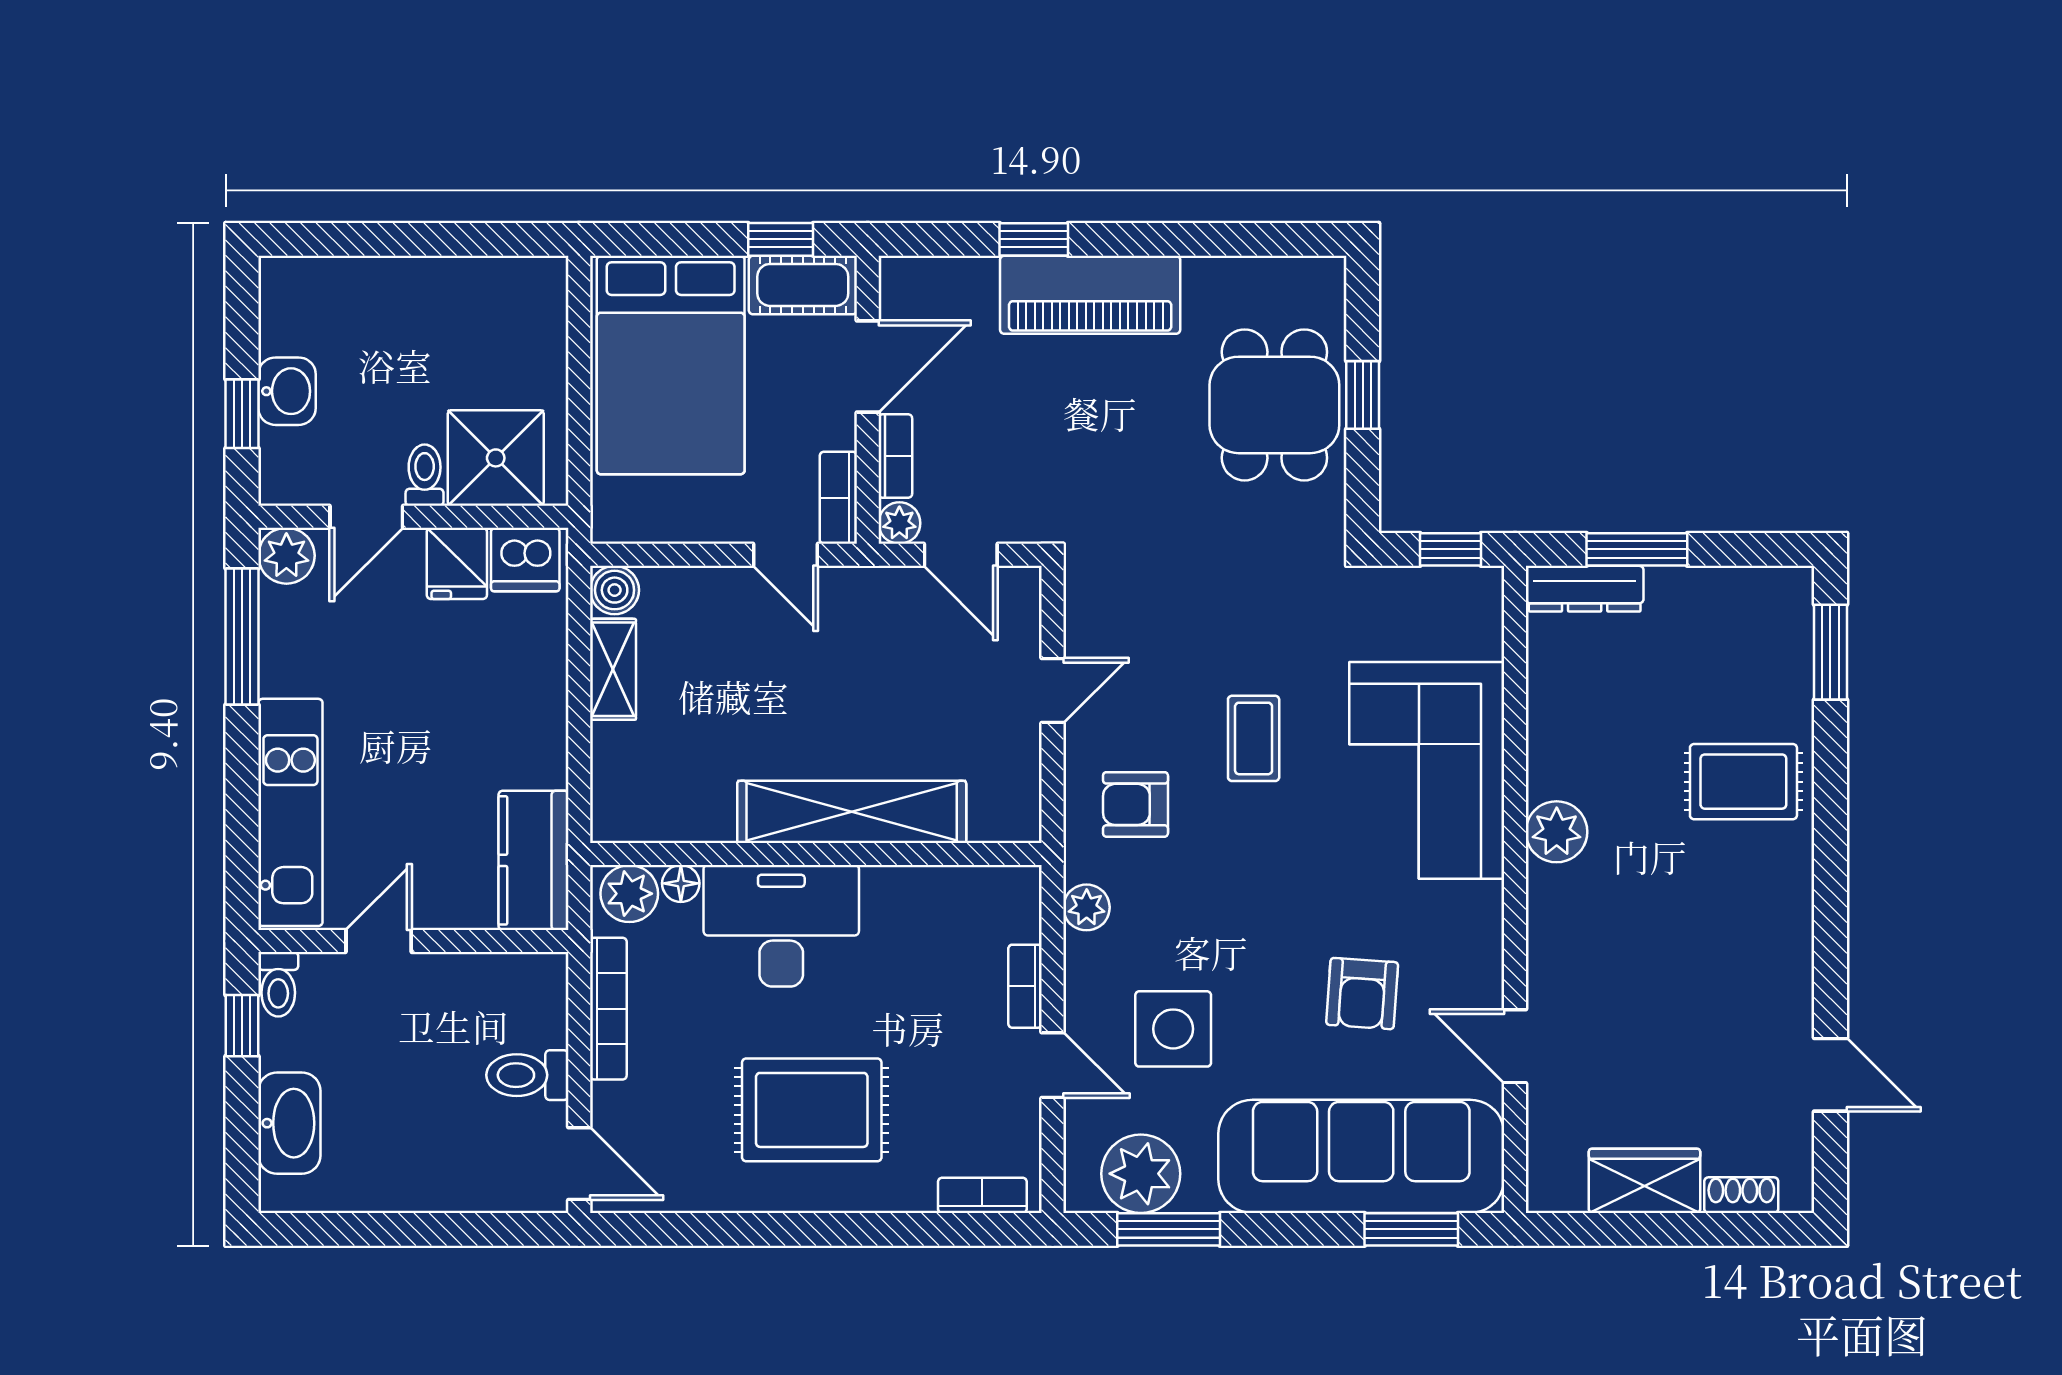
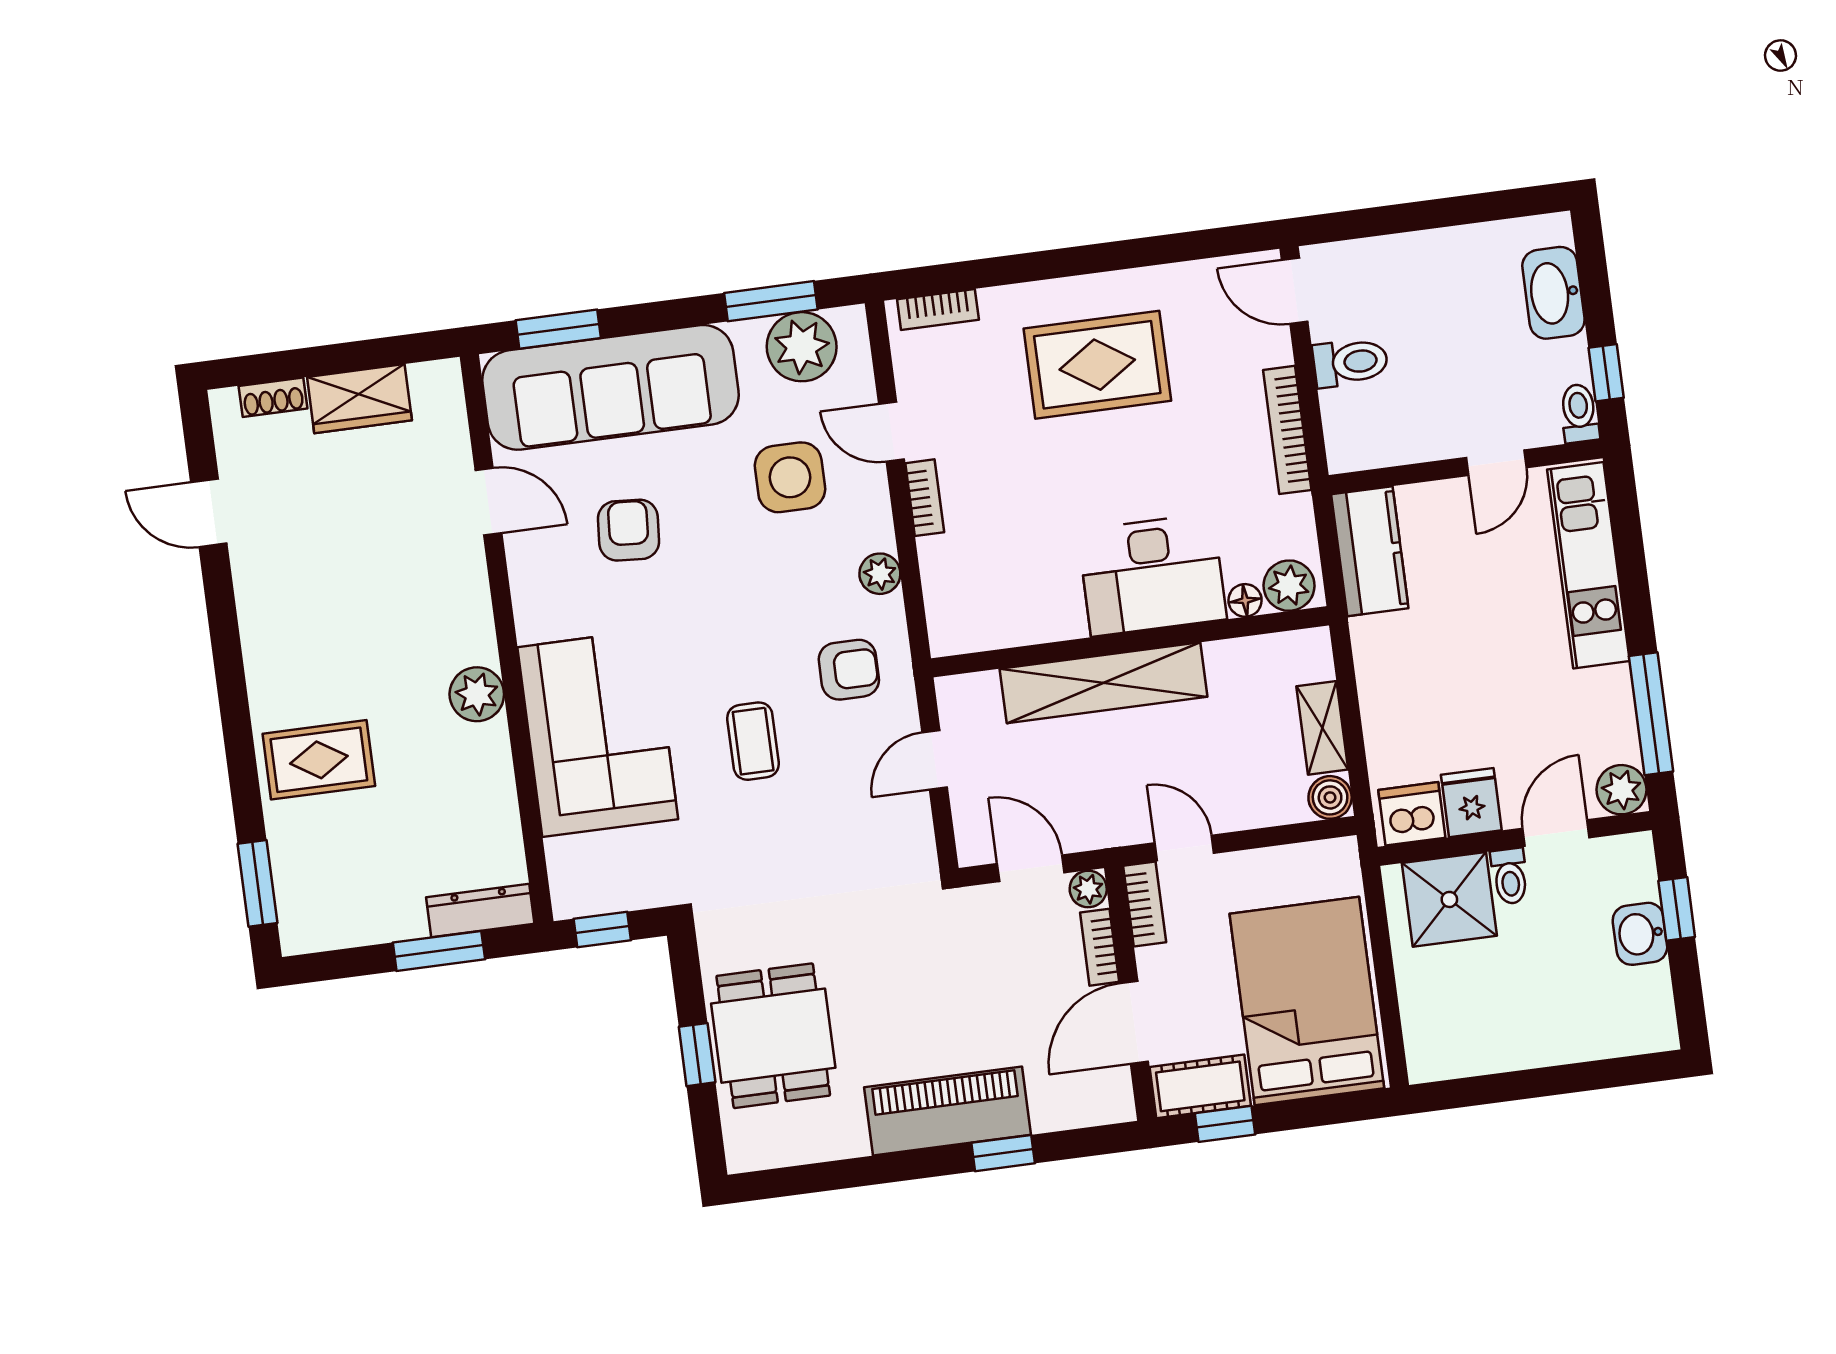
shelving: (852, 812) -> (1104, 683), moved
wall: (816, 854) -> (1130, 642), moved
floor lamp: (681, 883) -> (1245, 600), moved
plant: (629, 894) -> (1289, 586), moved
desk: (781, 926) -> (1152, 575), moved

